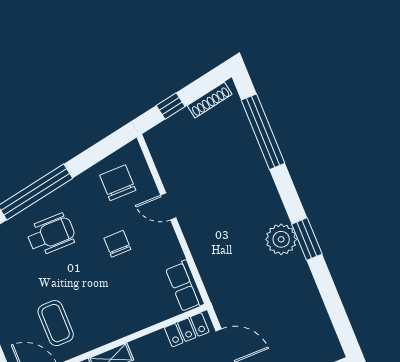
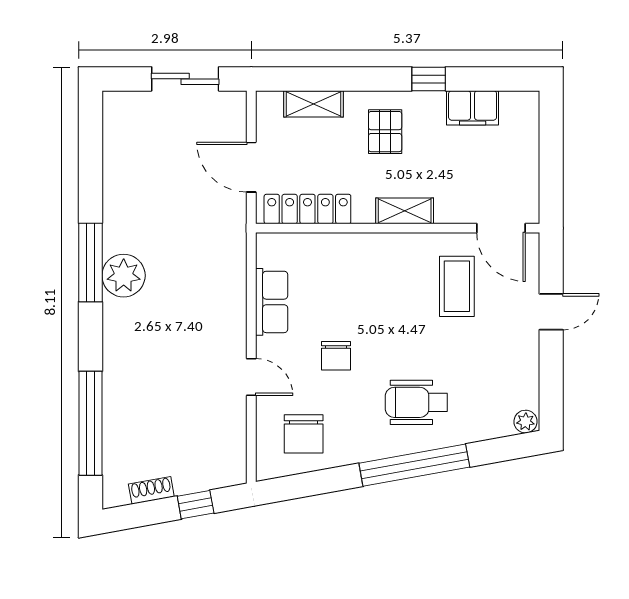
shoe rack: (210, 100) -> (151, 490), width x0.70
window: (307, 239) -> (90, 262), width x1.44
row of seats: (185, 286) -> (272, 302), moved
locker: (187, 330) -> (307, 209), width x1.53

